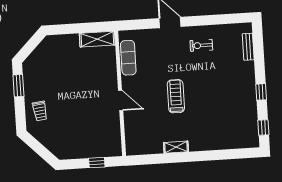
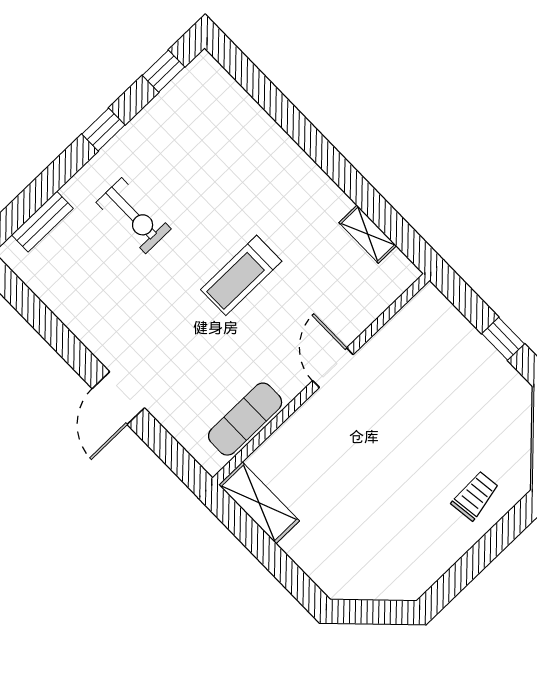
exercise bike: (201, 45) -> (134, 216), moved, width x1.38, depth x1.39
window: (18, 86) -> (463, 573), removed
shelving: (176, 147) -> (368, 234), moved
window: (97, 163) -> (503, 339), moved

